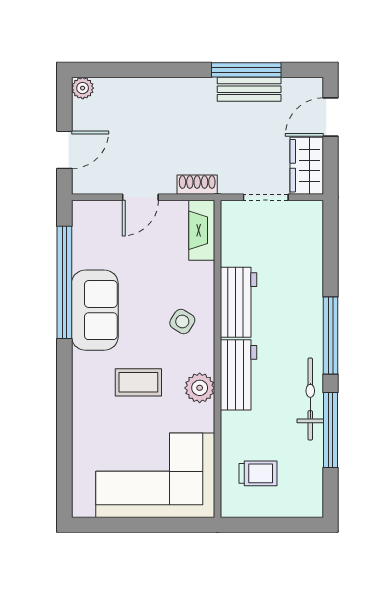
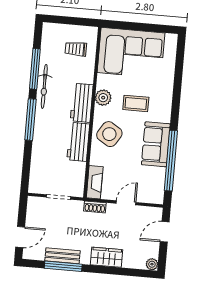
wardrobe: (307, 166) -> (107, 257), moved, turned -90
side table: (182, 321) -> (109, 134), width x1.87, depth x1.87

